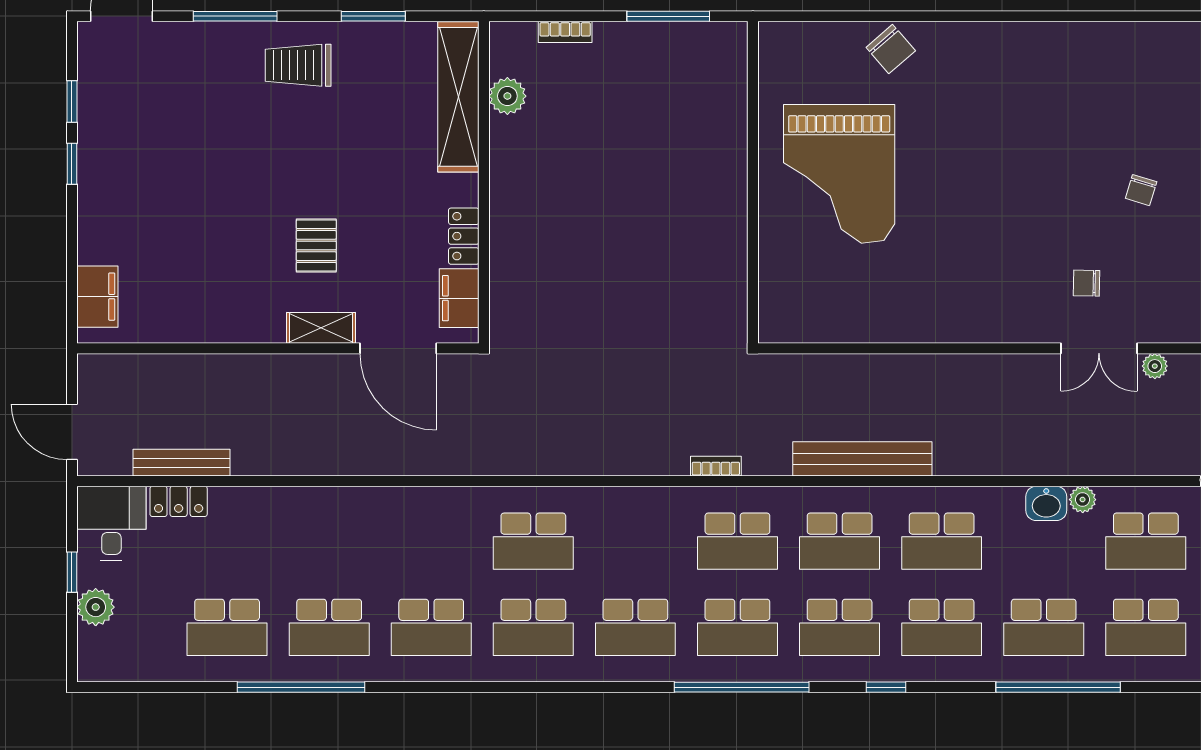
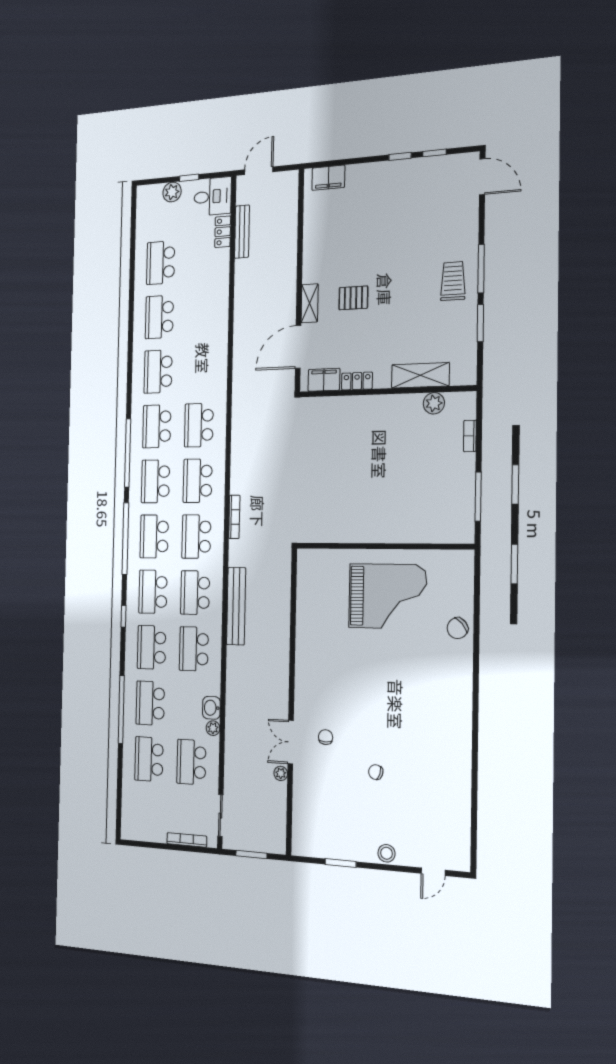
window: (235, 16) -> (481, 269), moved
shelving: (458, 97) -> (420, 375), width x0.68
grand piano: (839, 174) -> (387, 596), turned 180
bookcase: (716, 466) -> (234, 517), width x1.56
school desk: (635, 541) -> (198, 481), added
window: (301, 687) -> (128, 453), moved

